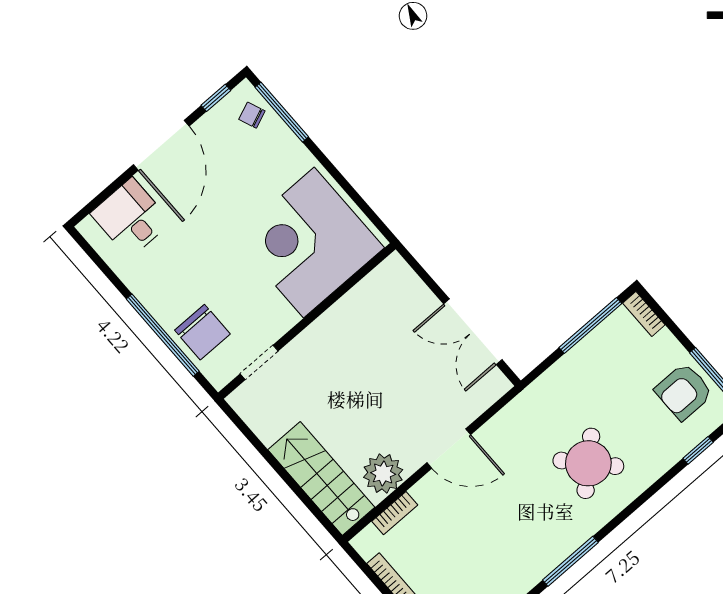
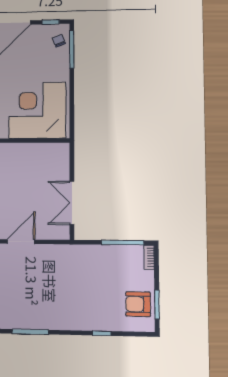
door: (449, 449) -> (21, 242), swing flipped
window: (698, 450) -> (102, 333), moved
round table: (588, 463) -> (73, 298), removed

